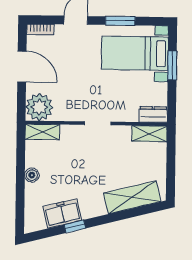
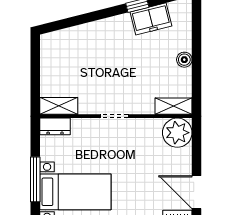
window: (172, 65) -> (35, 179), width x1.44
door: (22, 66) -> (197, 192), moved
shelving: (132, 197) -> (76, 37), removed

